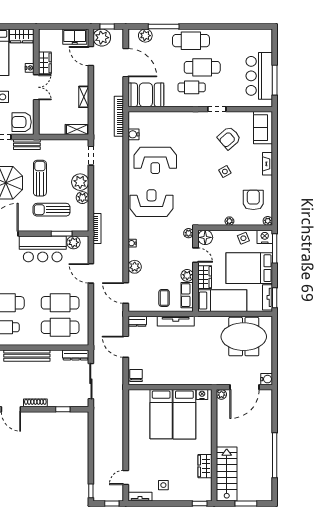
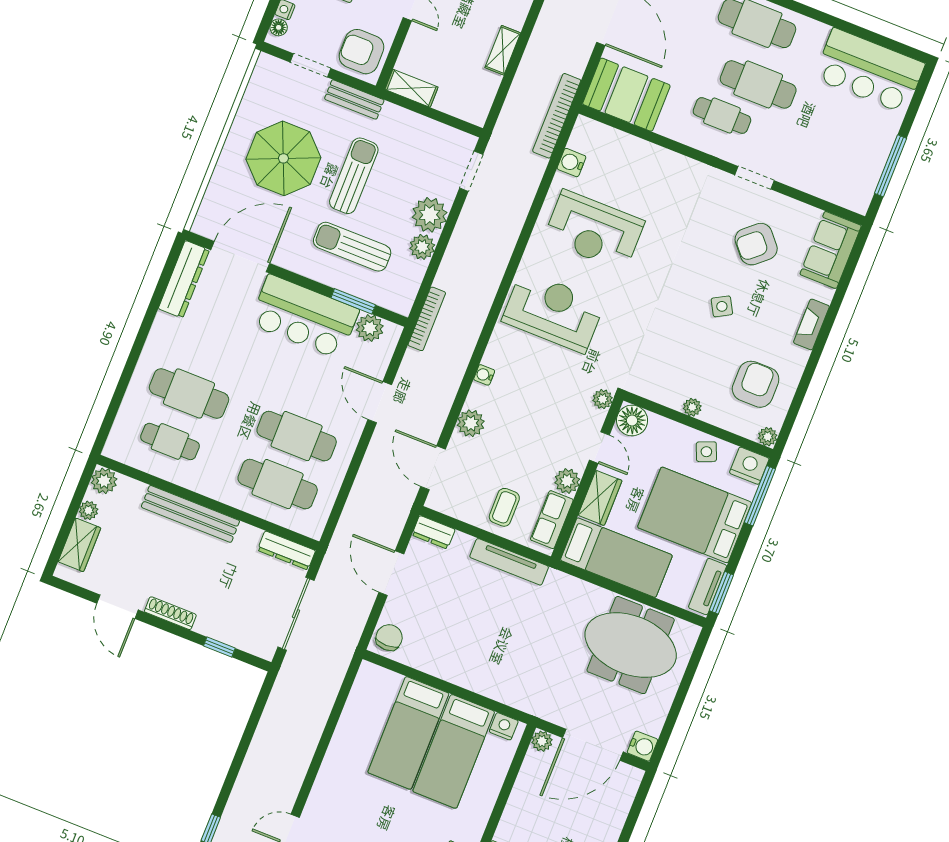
bar counter: (259, 76) -> (869, 71), moved, turned -90
shelving: (77, 130) -> (411, 88), moved

